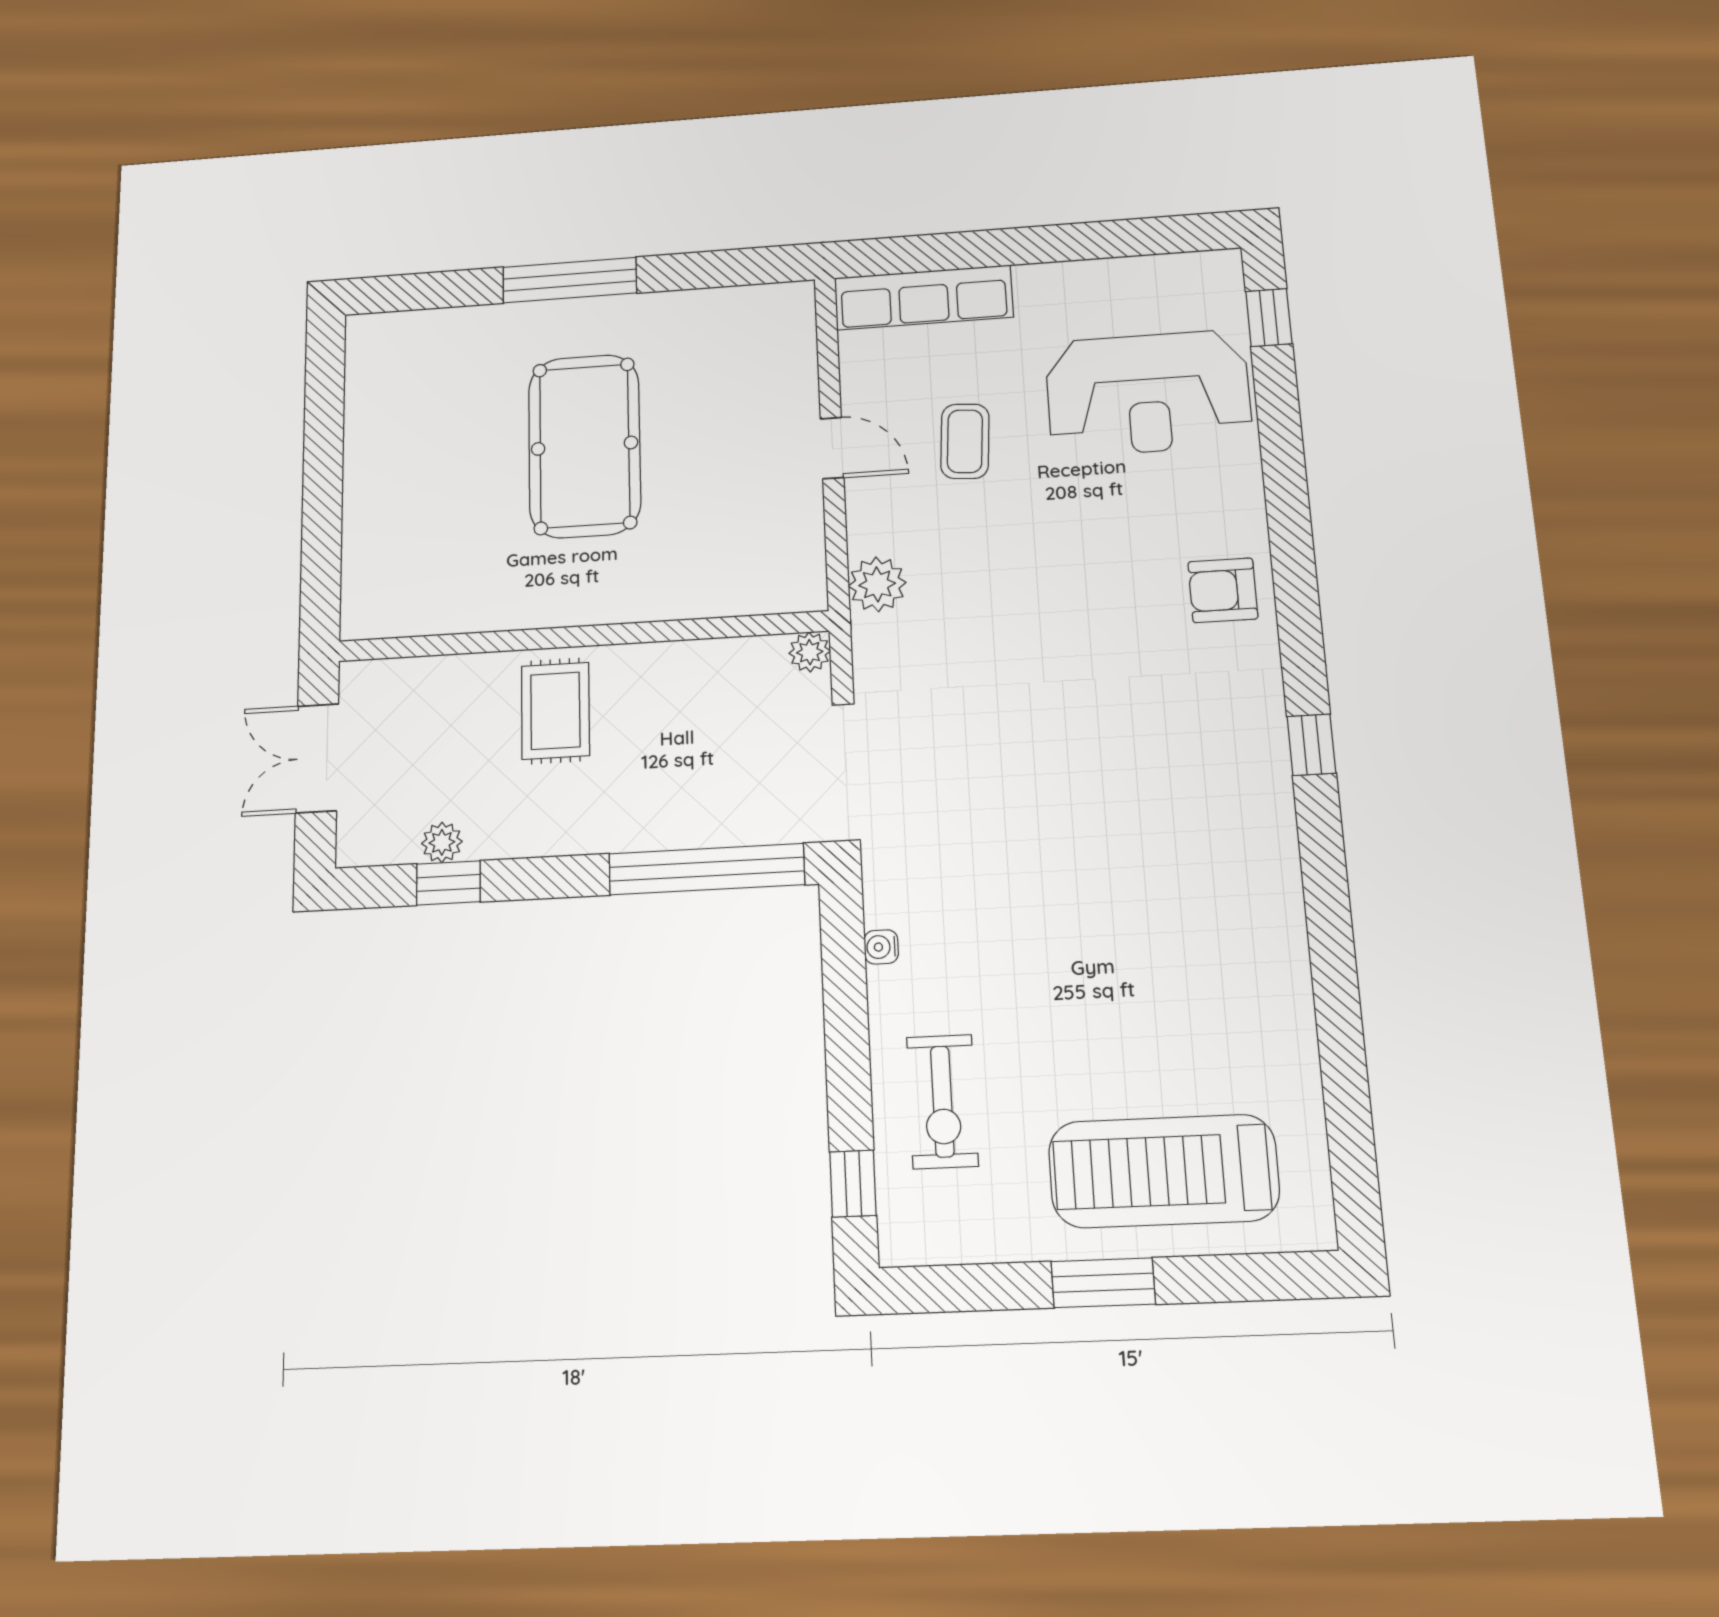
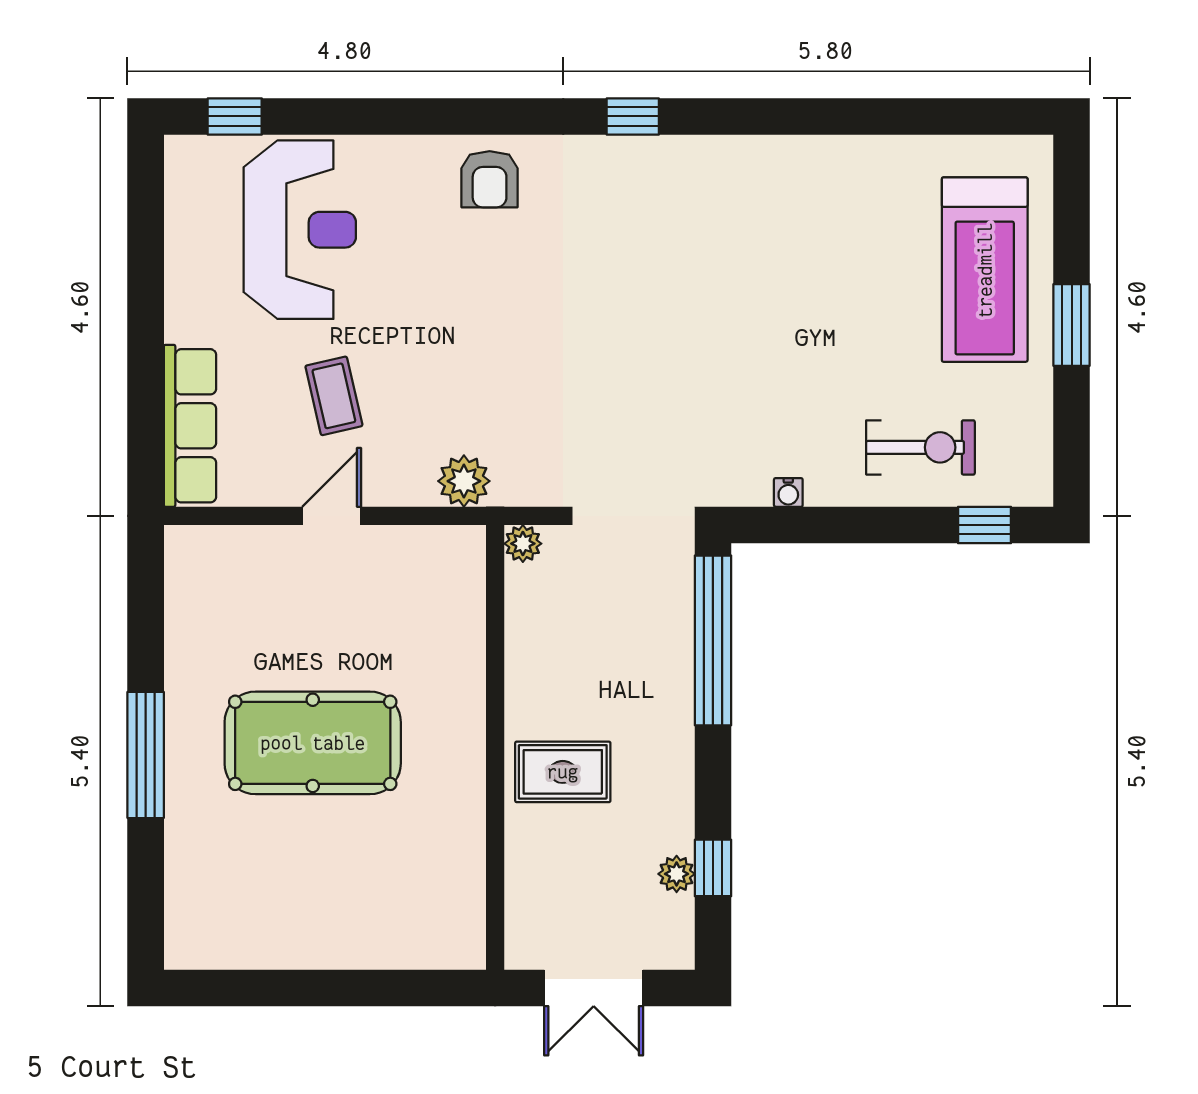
coffee table: (965, 441) -> (334, 396), turned 73

